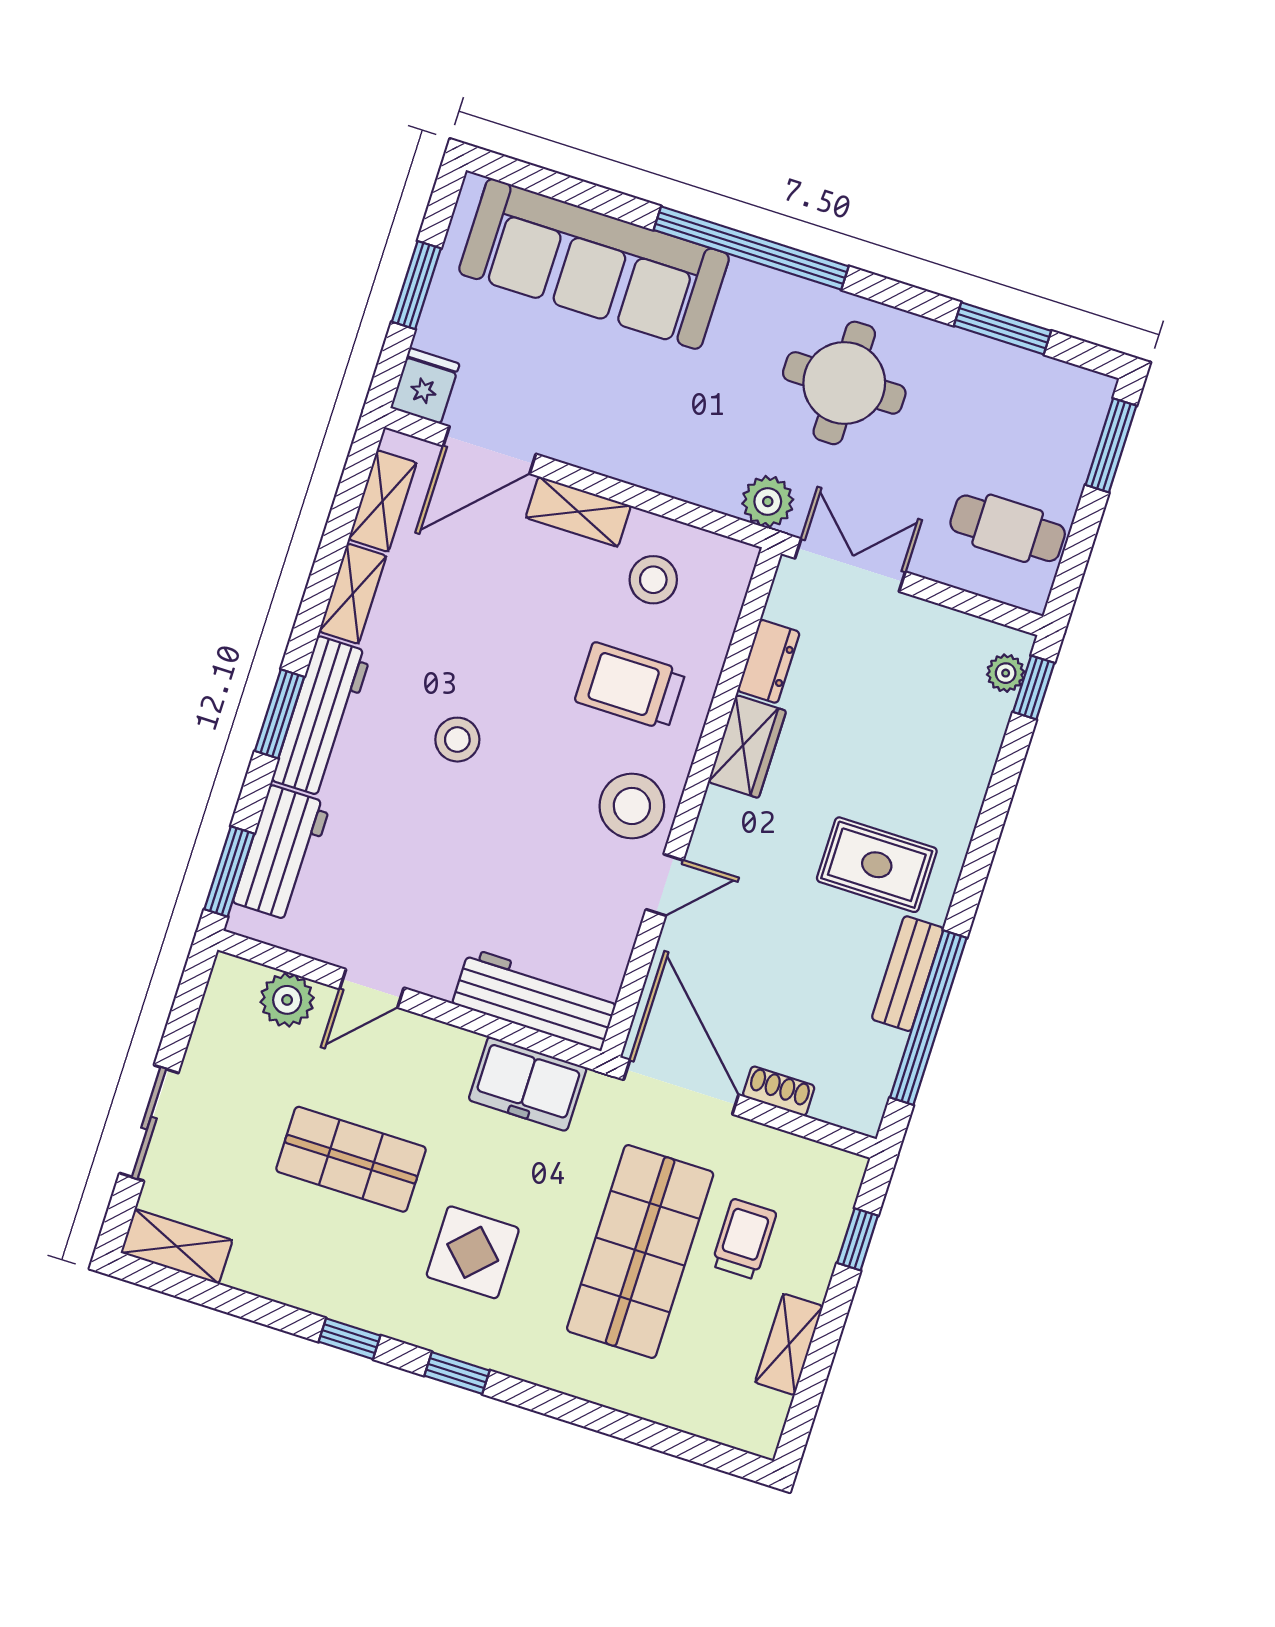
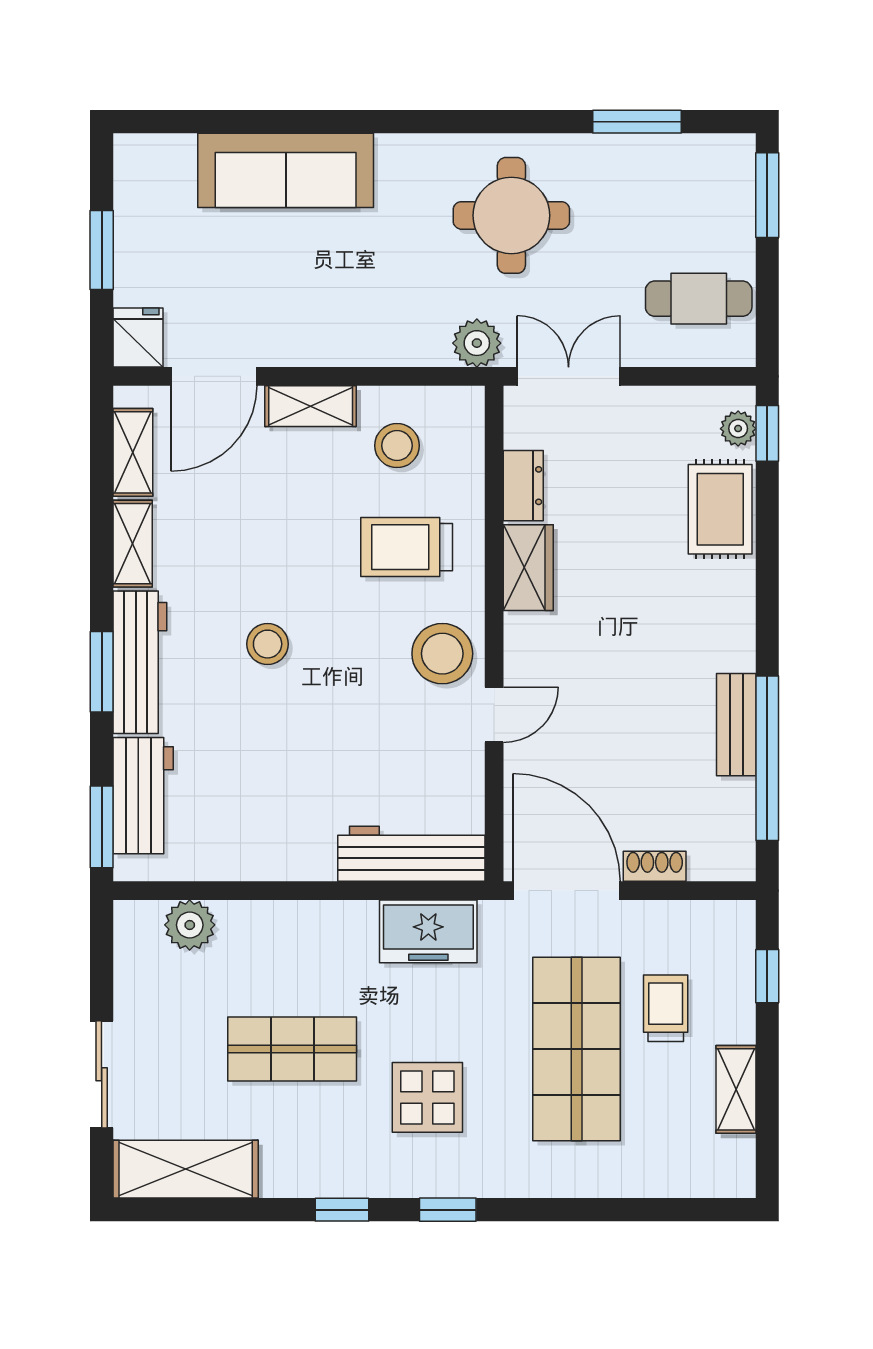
window: (751, 248) -> (390, 122), removed
sofa: (594, 264) -> (286, 170), width x0.74, depth x0.79
rug: (877, 865) -> (720, 509), moved, turned 90
door: (372, 988) -> (262, 891), removed
shelving: (177, 1246) -> (186, 1169), width x1.50, depth x1.33

